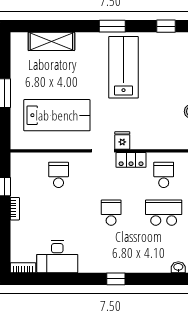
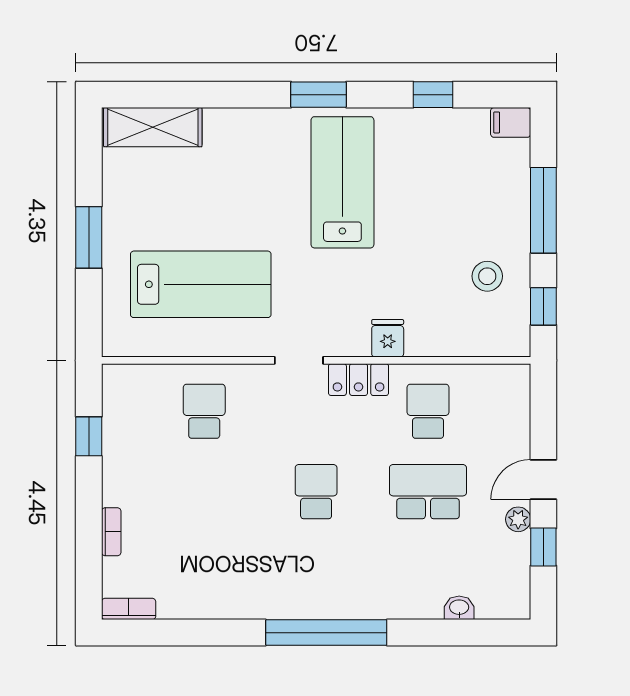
shelving: (51, 41) -> (153, 127), moved
fridge: (122, 141) -> (388, 338), moved
bookcase: (15, 209) -> (111, 532), moved
desk: (57, 257) -> (201, 586), removed
window: (116, 279) -> (326, 633), width x3.17

